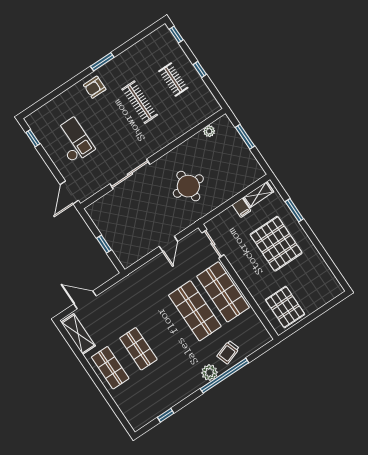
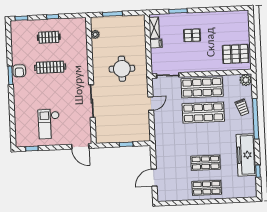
armchair: (95, 87) -> (19, 71), moved
checkout: (73, 141) -> (49, 124), turned -90
door: (168, 244) -> (151, 103), hinge flipped
pallet: (276, 244) -> (192, 35), width x0.49, depth x0.50
shelving: (78, 334) -> (173, 195), removed
plant: (209, 373) -> (246, 80), moved
freezer: (176, 390) -> (246, 155), added

